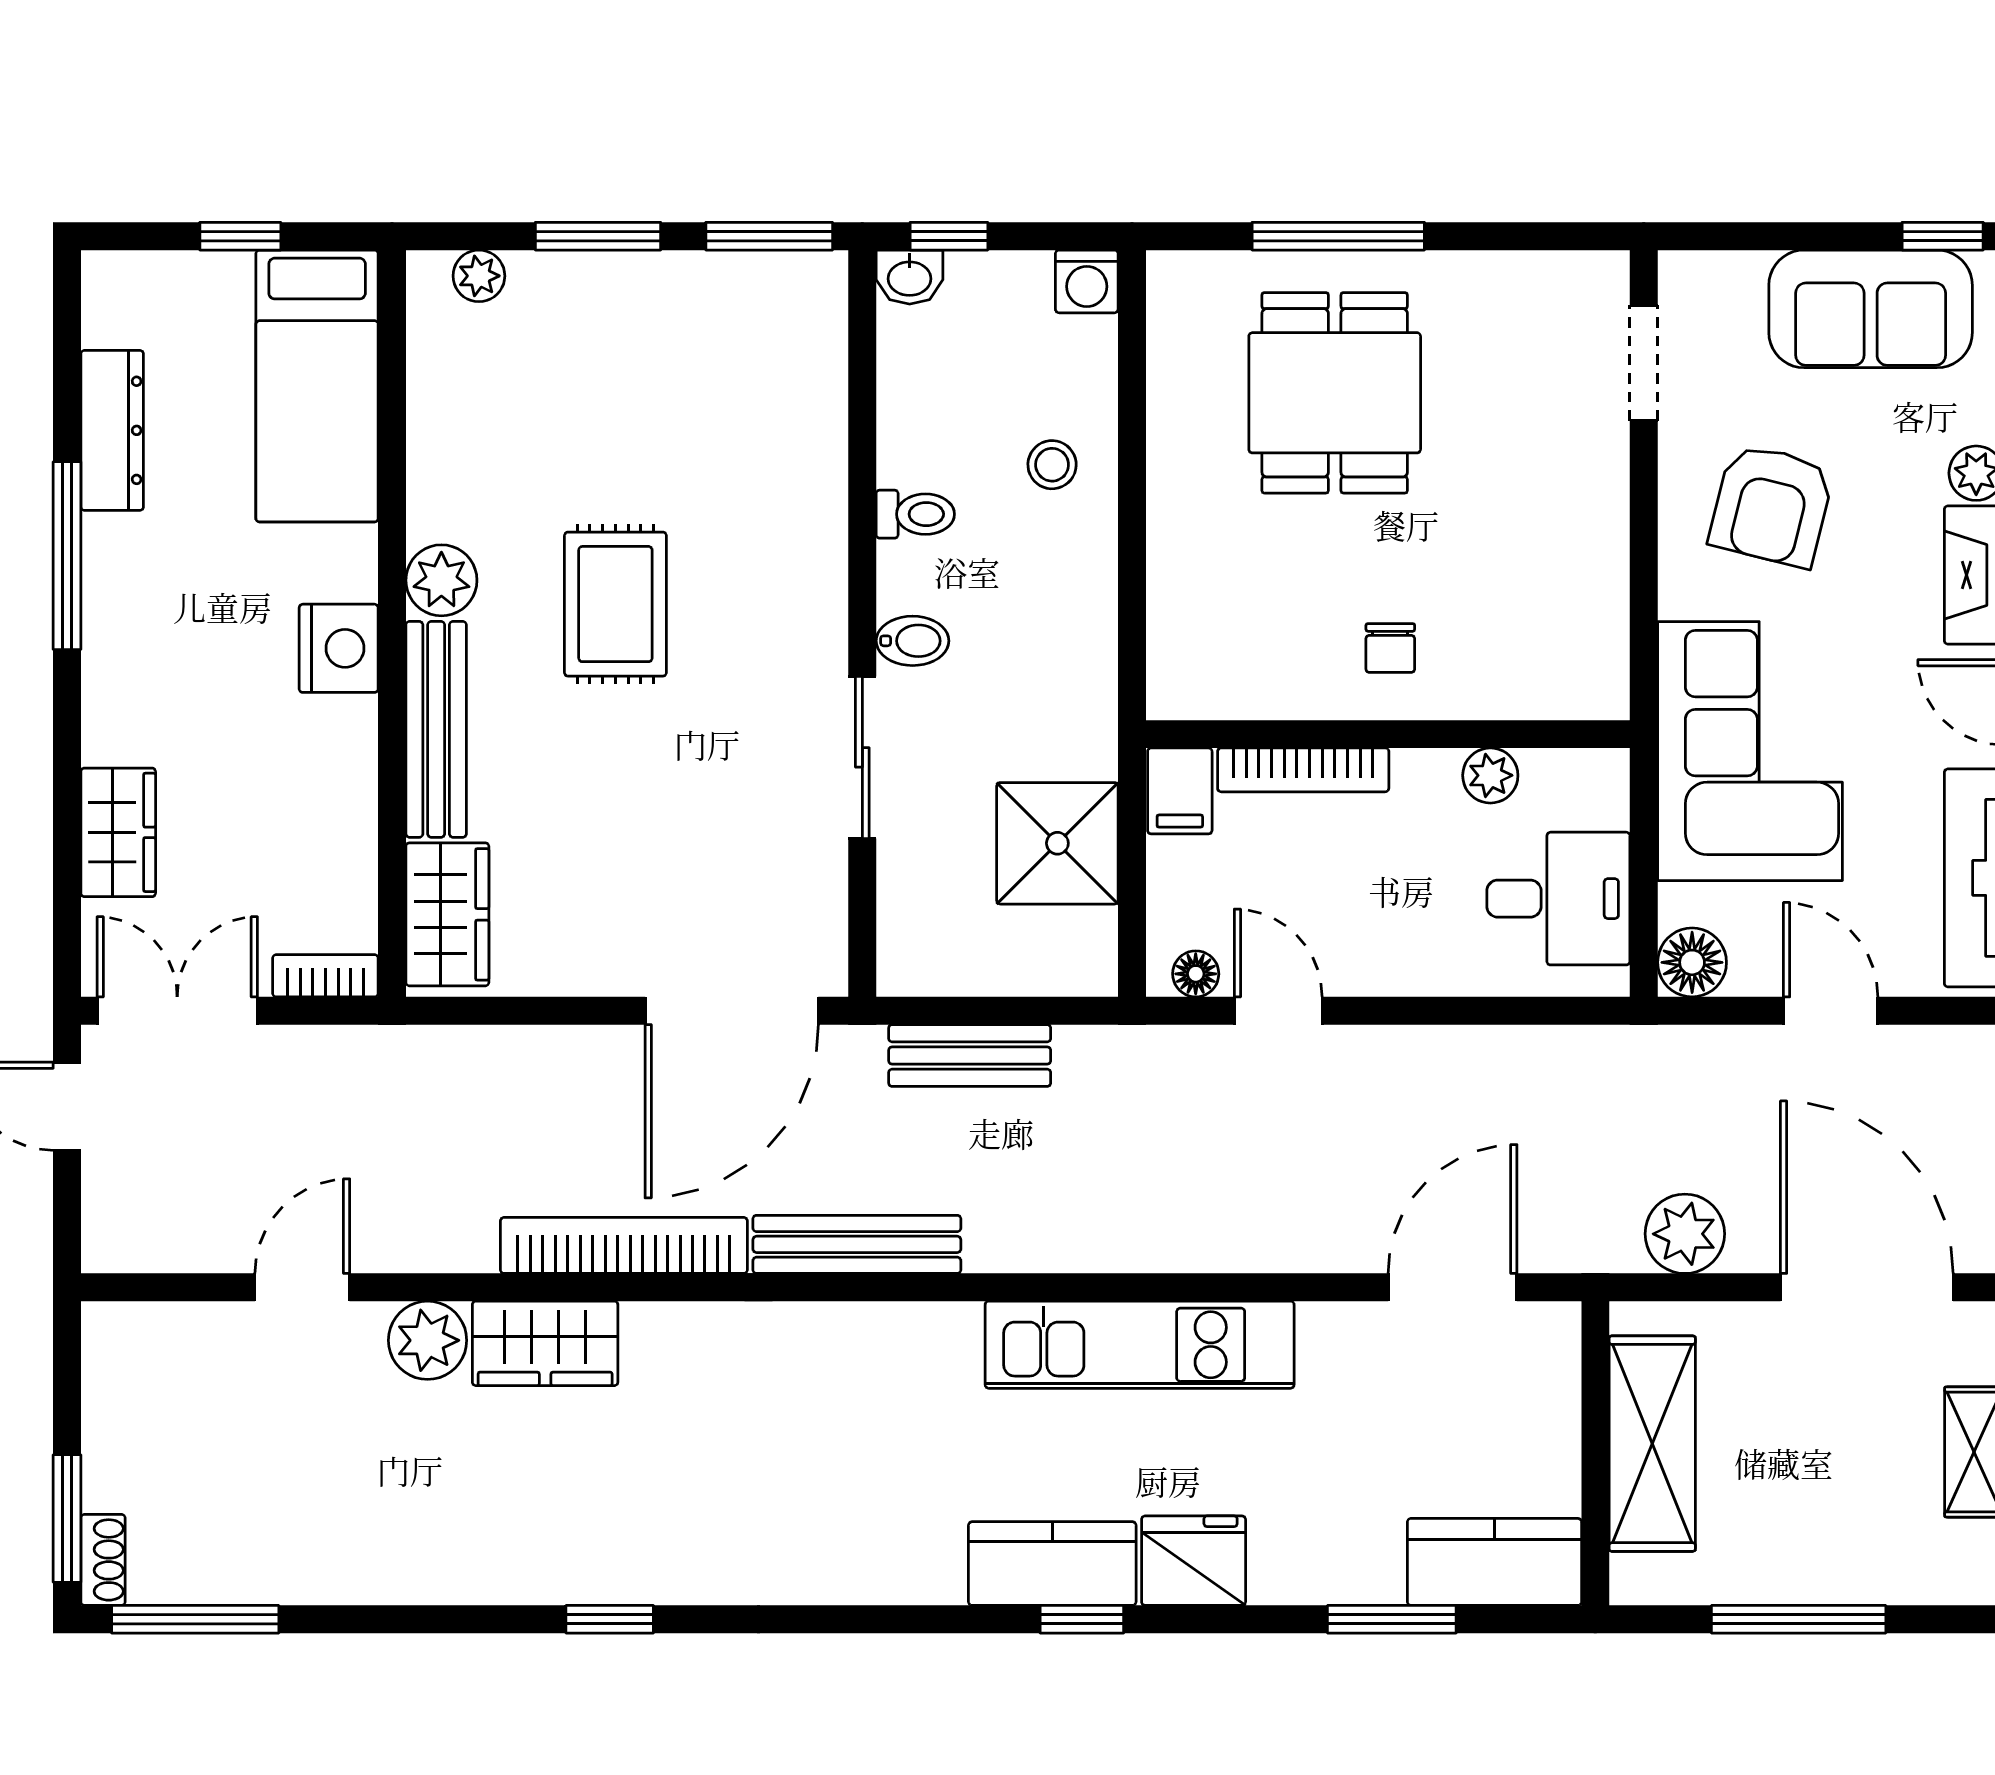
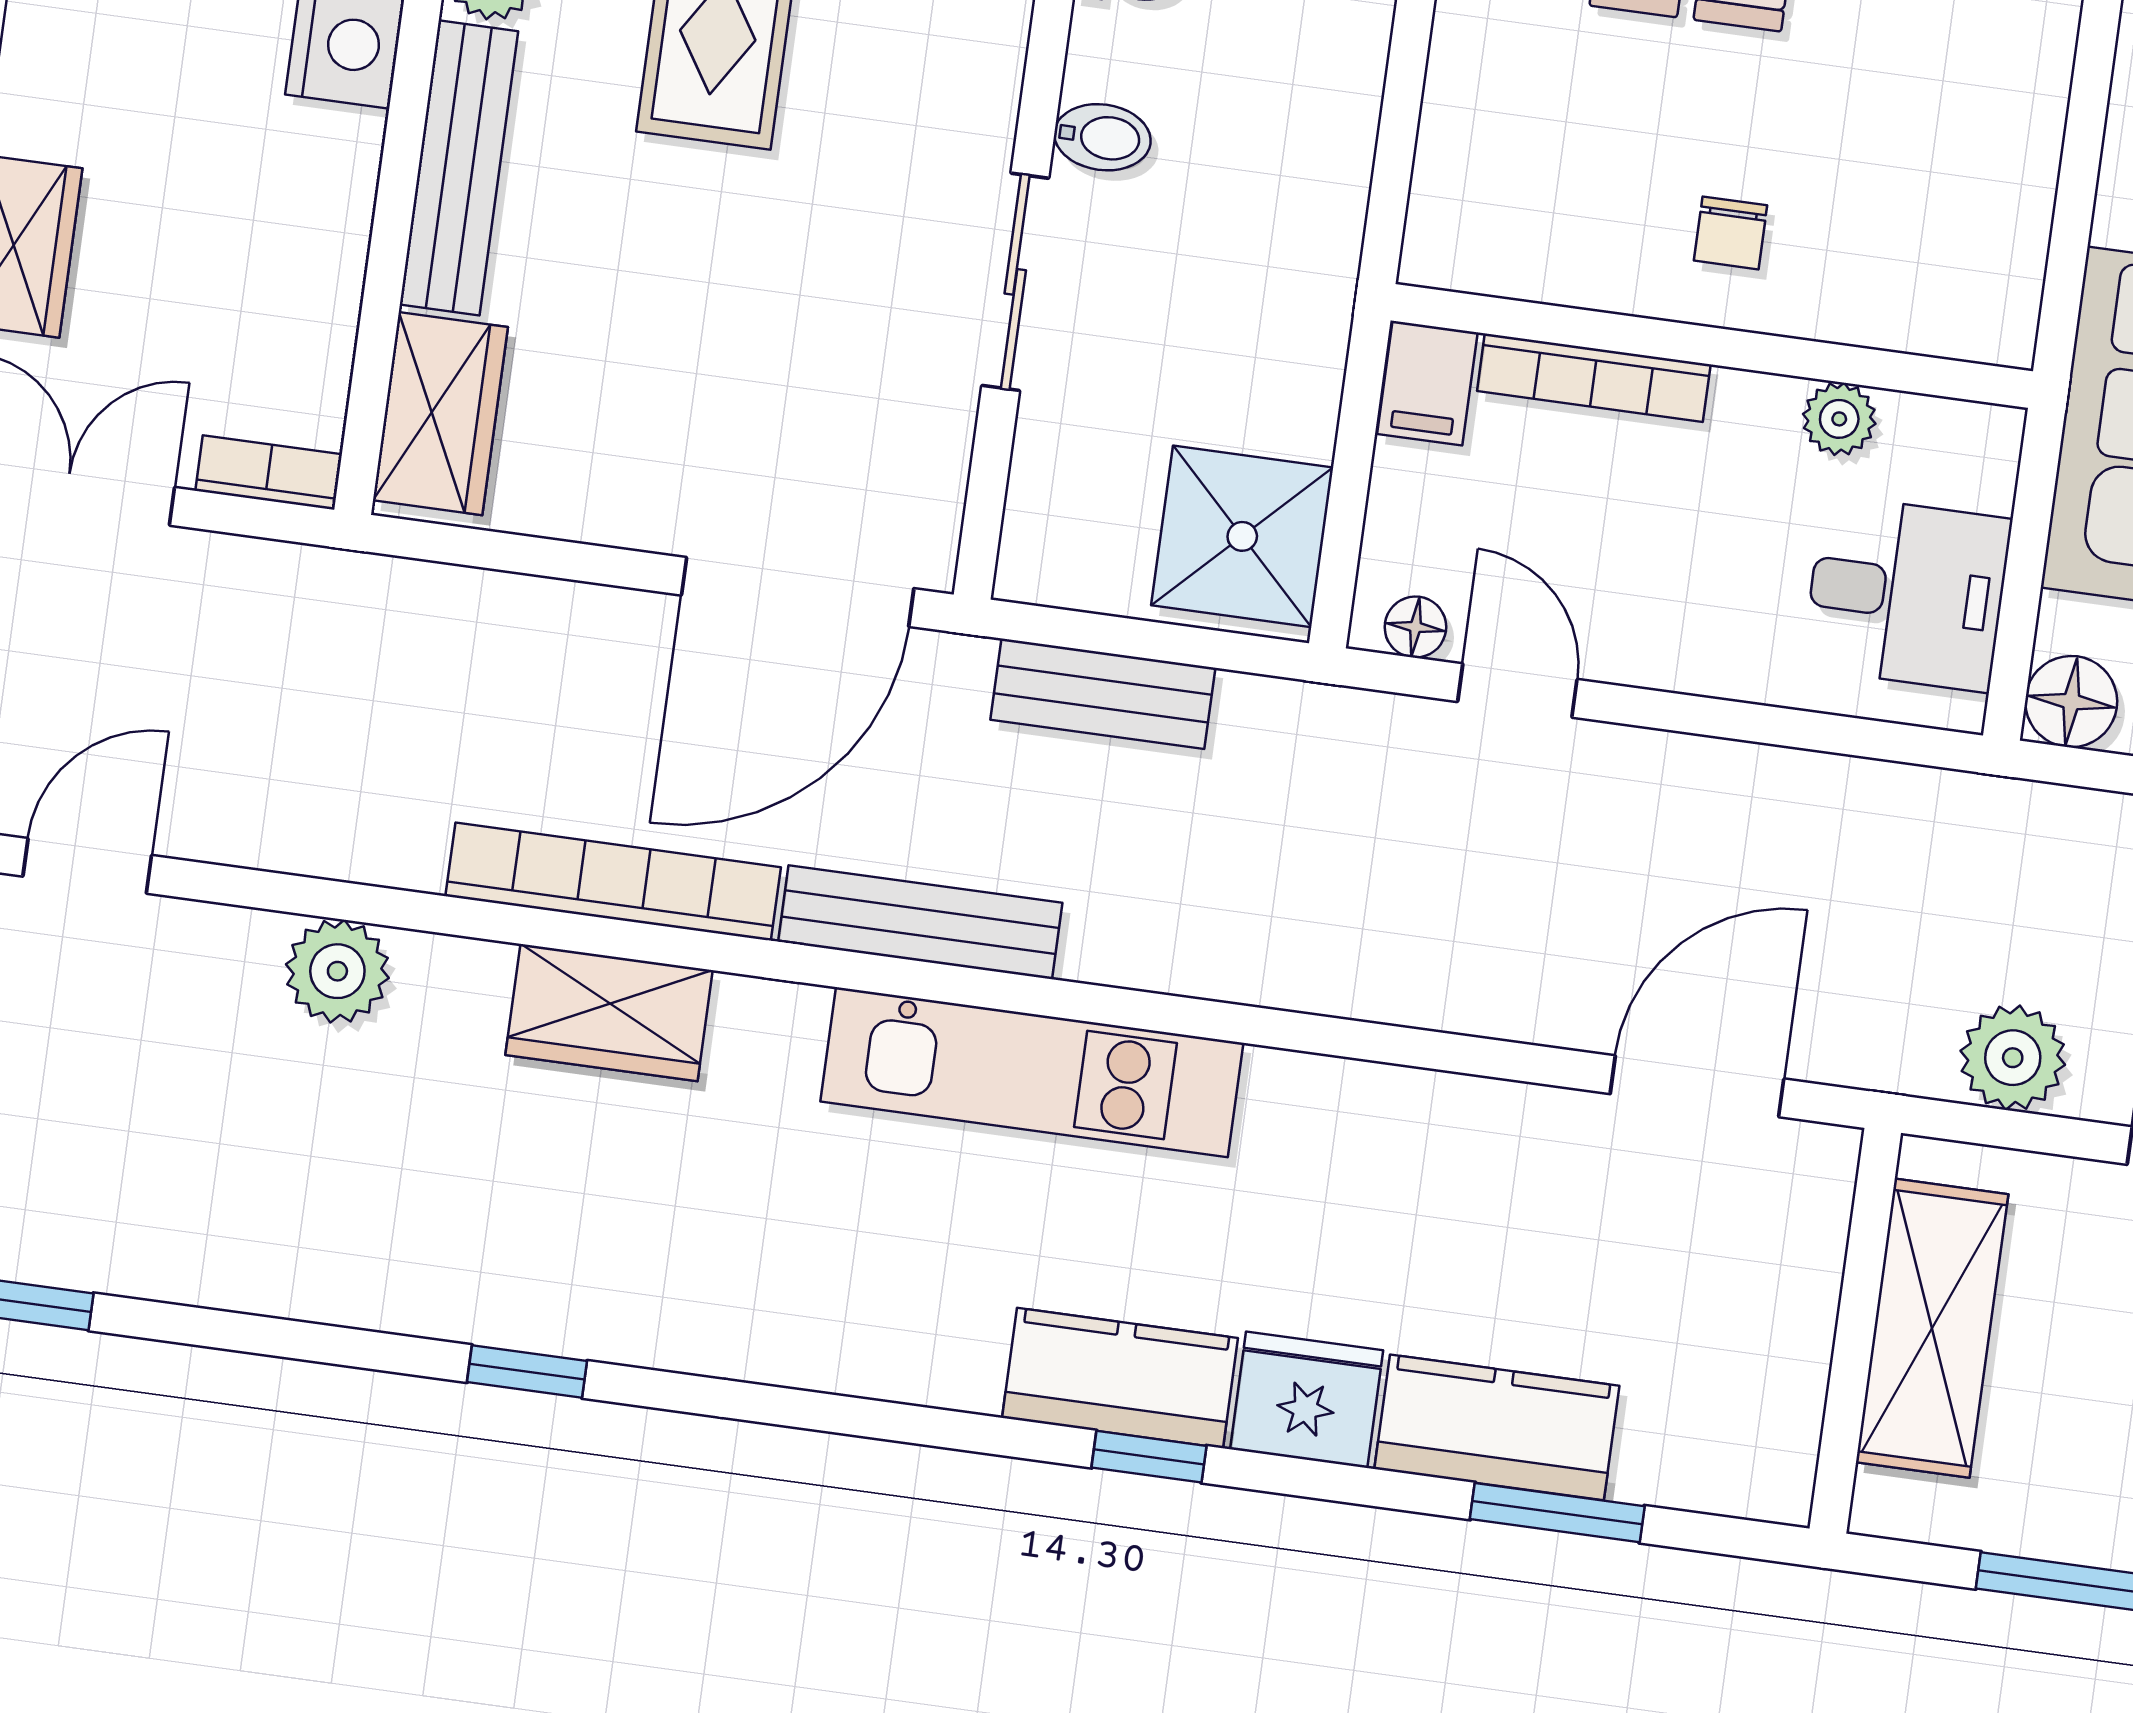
shower: (1057, 843) -> (1242, 536), moved
door: (302, 1287) -> (87, 866), moved
wardrobe: (545, 1343) -> (609, 1013), moved
kitchen unit: (1140, 1345) -> (1032, 1072), moved
kitchen counter: (1494, 1562) -> (1497, 1427), moved

